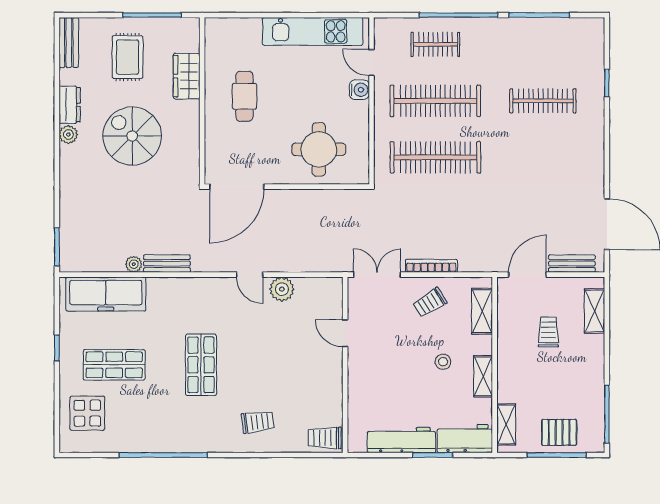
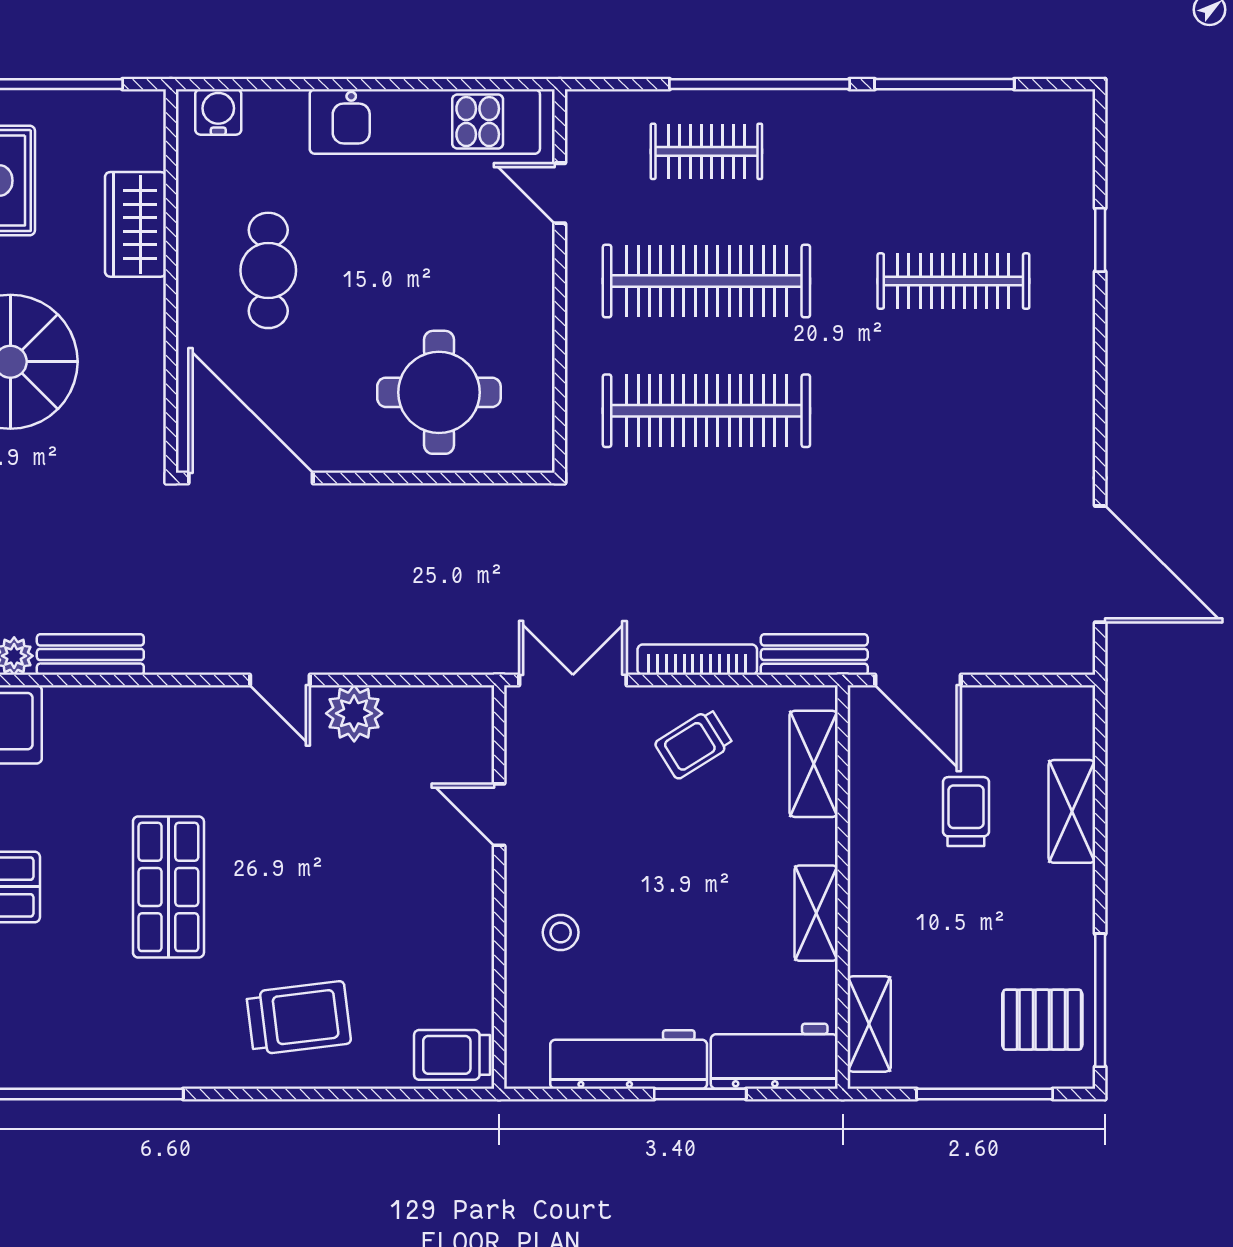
water cooler: (359, 90) -> (218, 112), moved, turned -90
door: (237, 187) -> (251, 478), swing flipped
bench: (572, 264) -> (814, 655), moved
door: (527, 275) -> (918, 680), swing flipped
shelving: (595, 311) -> (1072, 811), moved
stool: (443, 362) -> (561, 932), moved
trolley: (258, 422) -> (299, 1018), width x1.36, depth x1.39
pallet: (559, 432) -> (1042, 1020), moved

